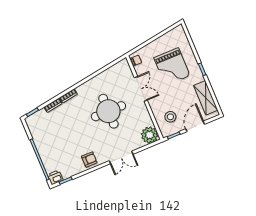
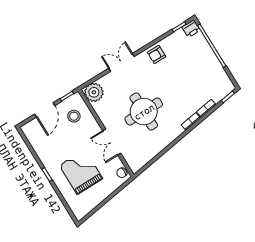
shelving: (206, 98) -> (38, 143), removed

